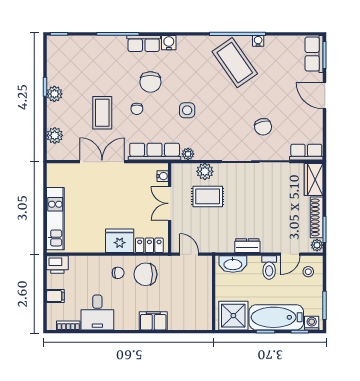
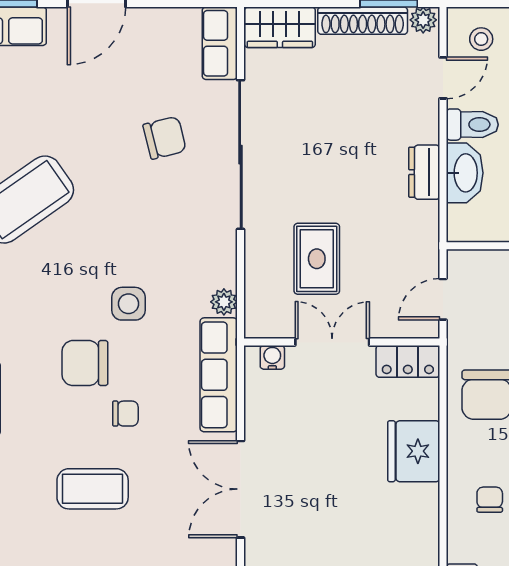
chair: (150, 82) -> (85, 363), moved, turned 180
coffee table: (102, 113) -> (93, 489), moved
plant: (205, 171) -> (262, 265), removed
double door: (170, 203) -> (332, 342), swing flipped
locker: (149, 245) -> (408, 361), moved, turned -90
door: (290, 254) -> (443, 78), hinge flipped
washbasin: (233, 264) -> (465, 173), moved
chair: (118, 273) -> (490, 500), moved

